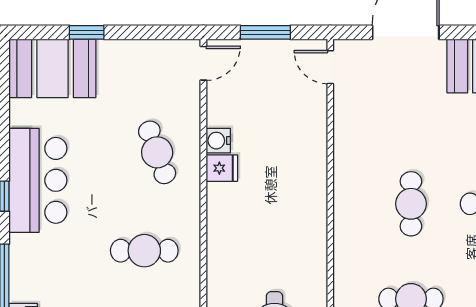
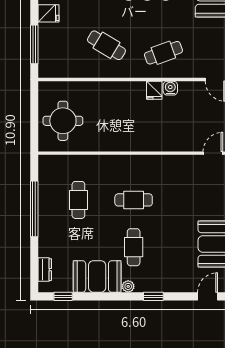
cafe table: (144, 251) -> (106, 45), turned -59

